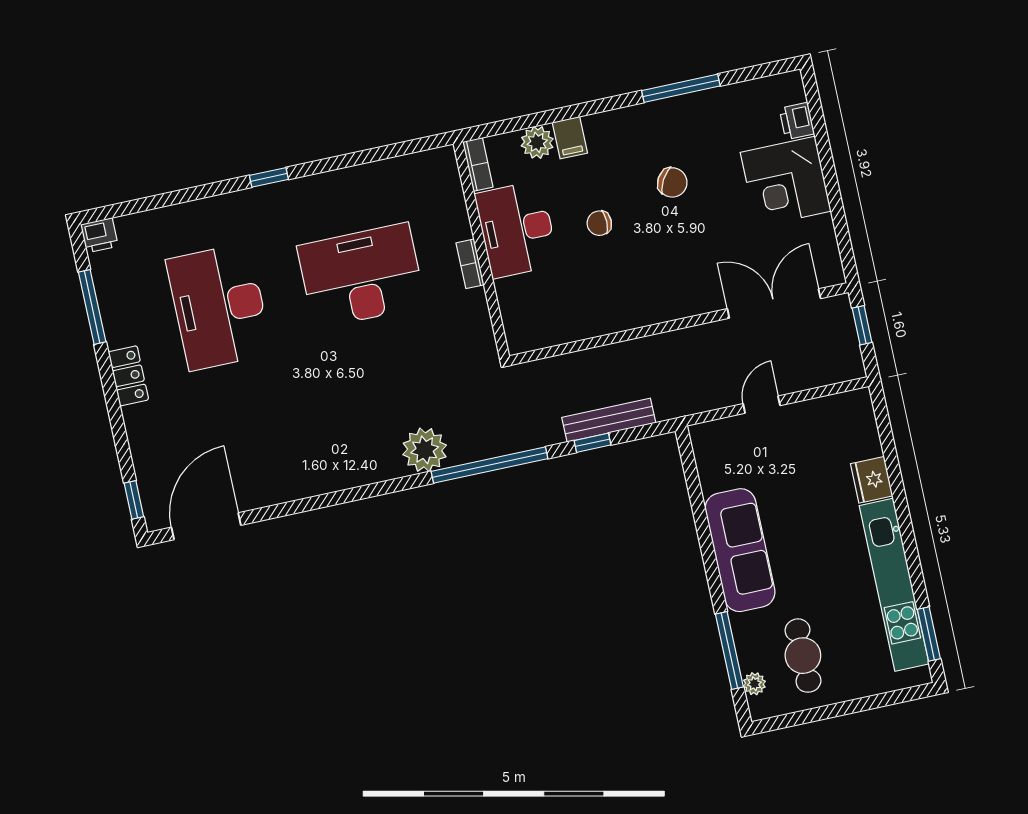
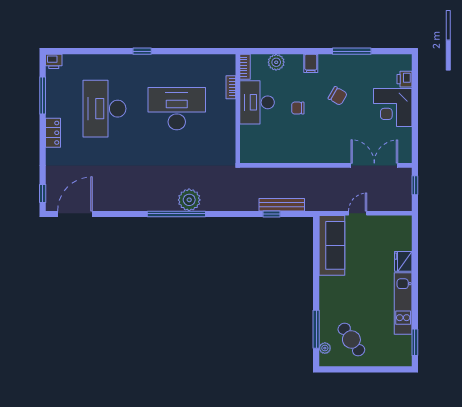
filing cabinet: (570, 138) -> (311, 63), moved
bookcase: (470, 264) -> (231, 87), moved
window: (490, 465) -> (176, 214), moved
sofa: (740, 550) -> (332, 245), moved
kitchen unit: (894, 585) -> (403, 303), width x0.73
cafe table: (803, 656) -> (351, 339), turned -34

